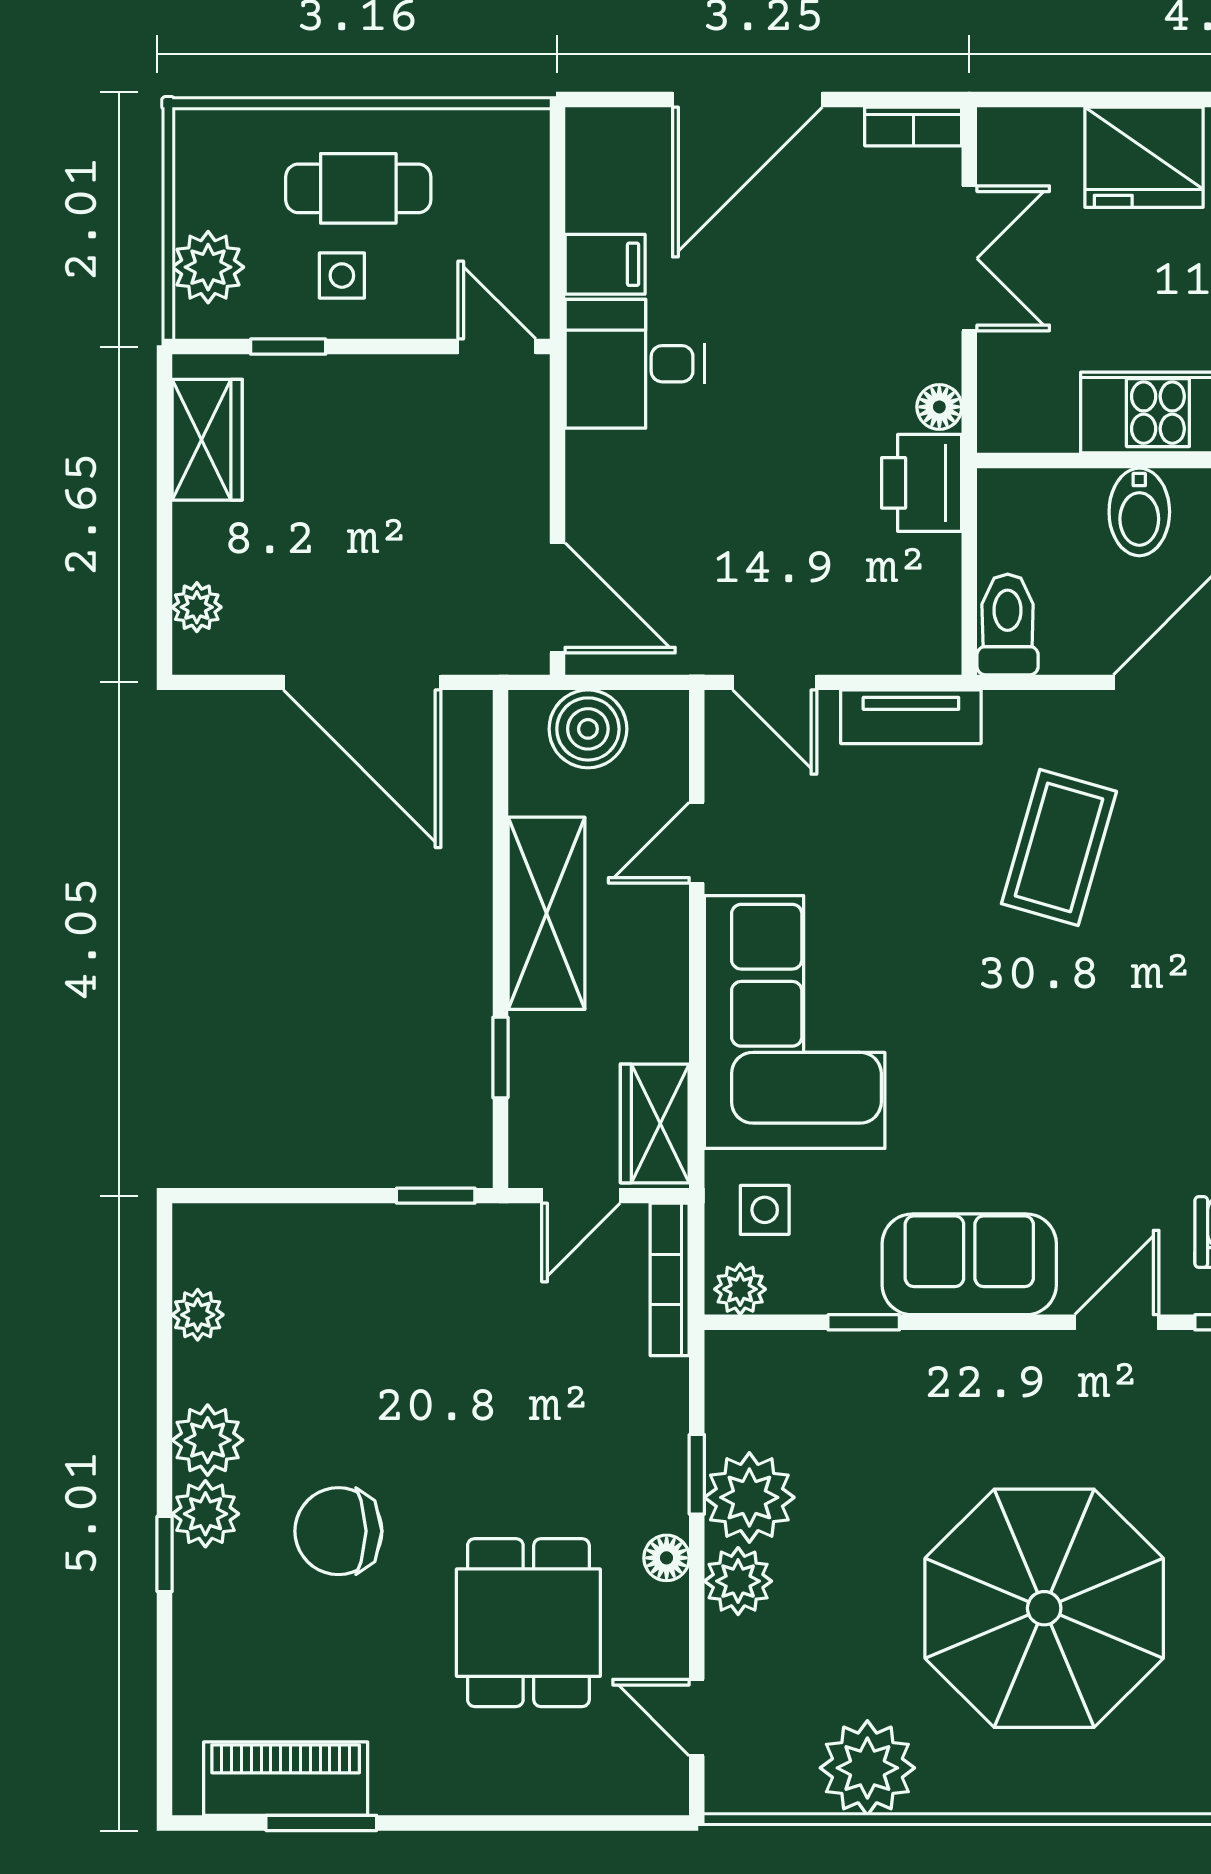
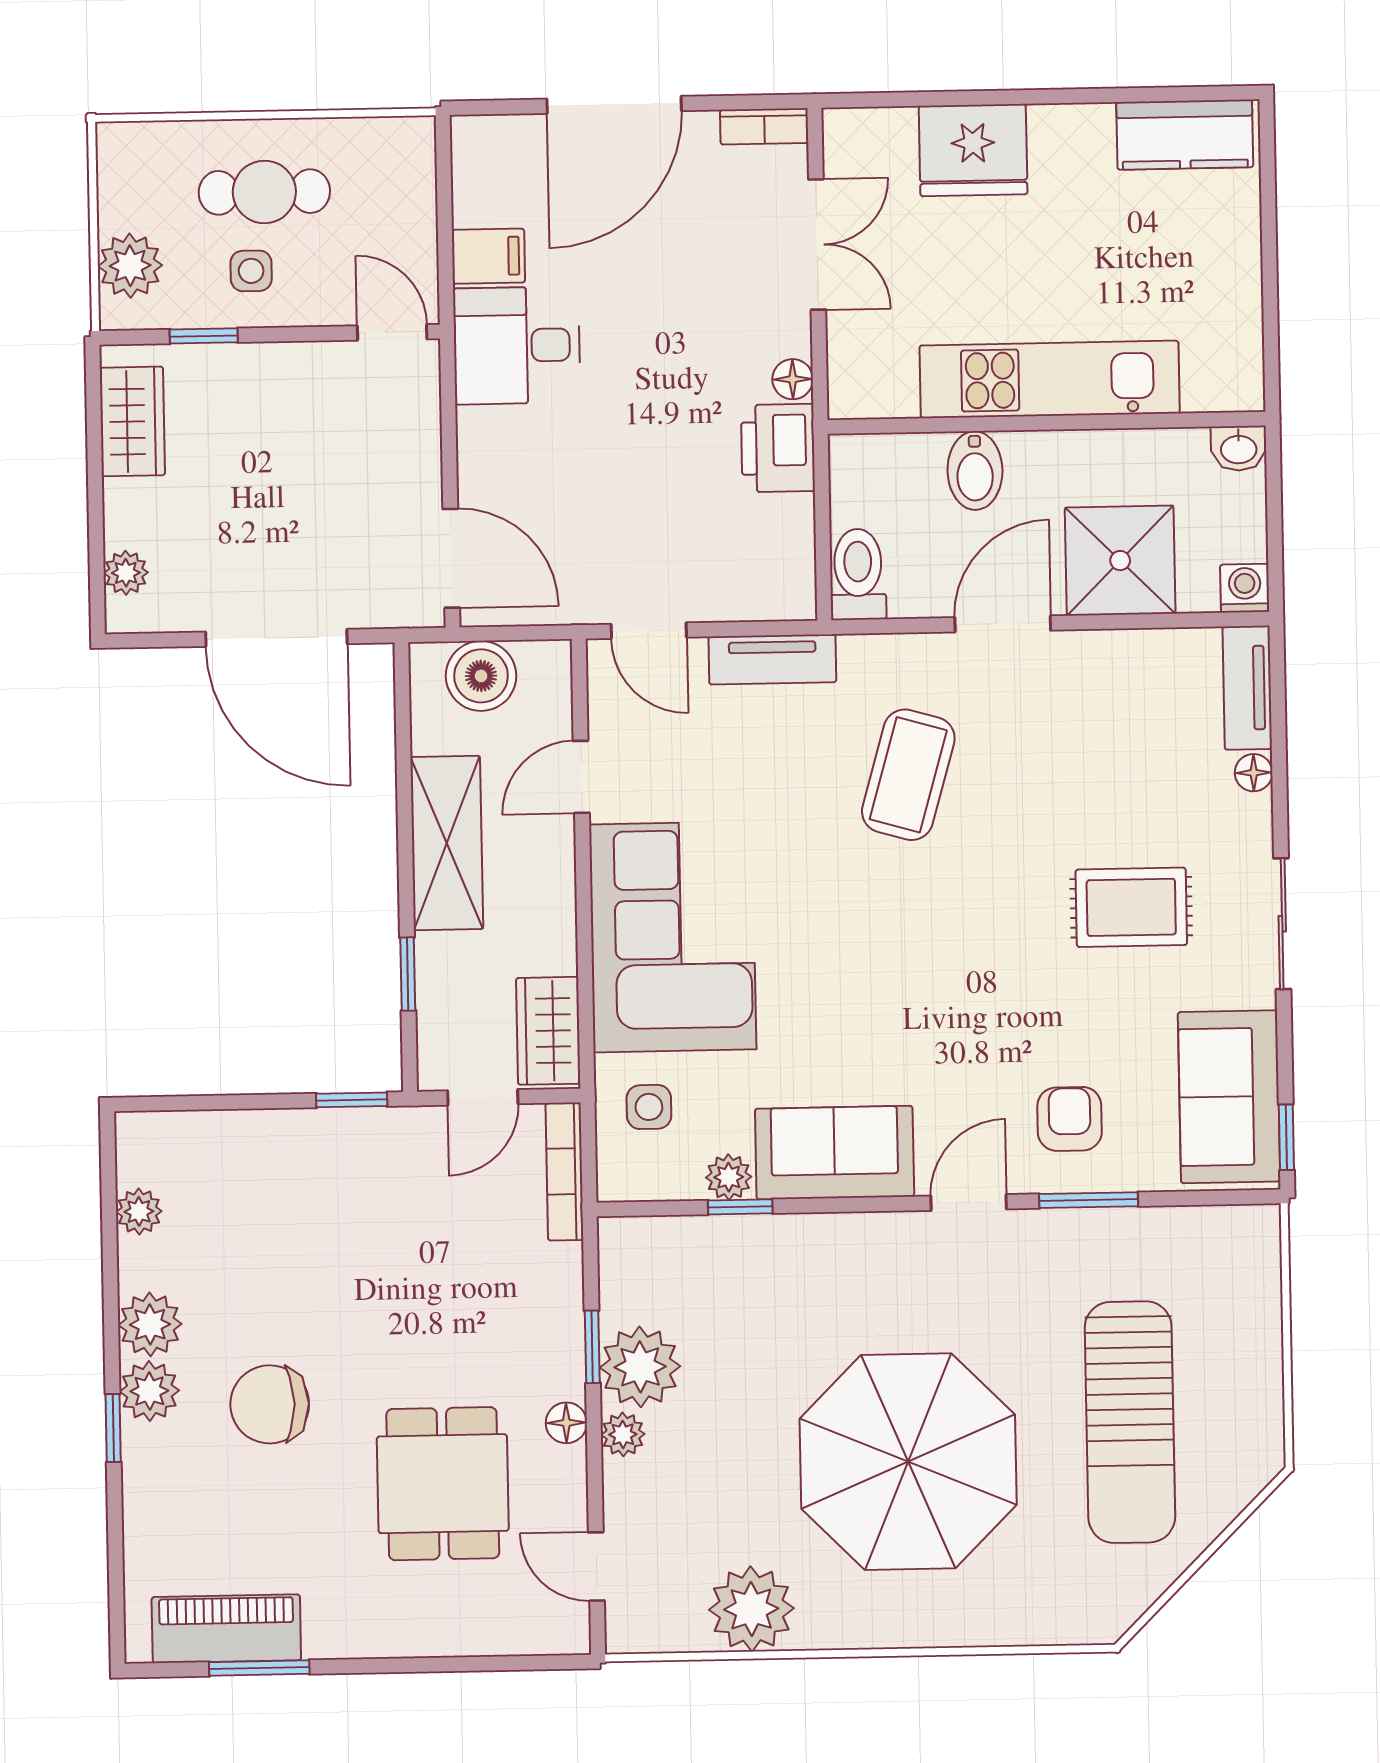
plant: (740, 1289) -> (729, 1177), moved
plant: (738, 1581) -> (623, 1434), width x0.73, depth x0.73

